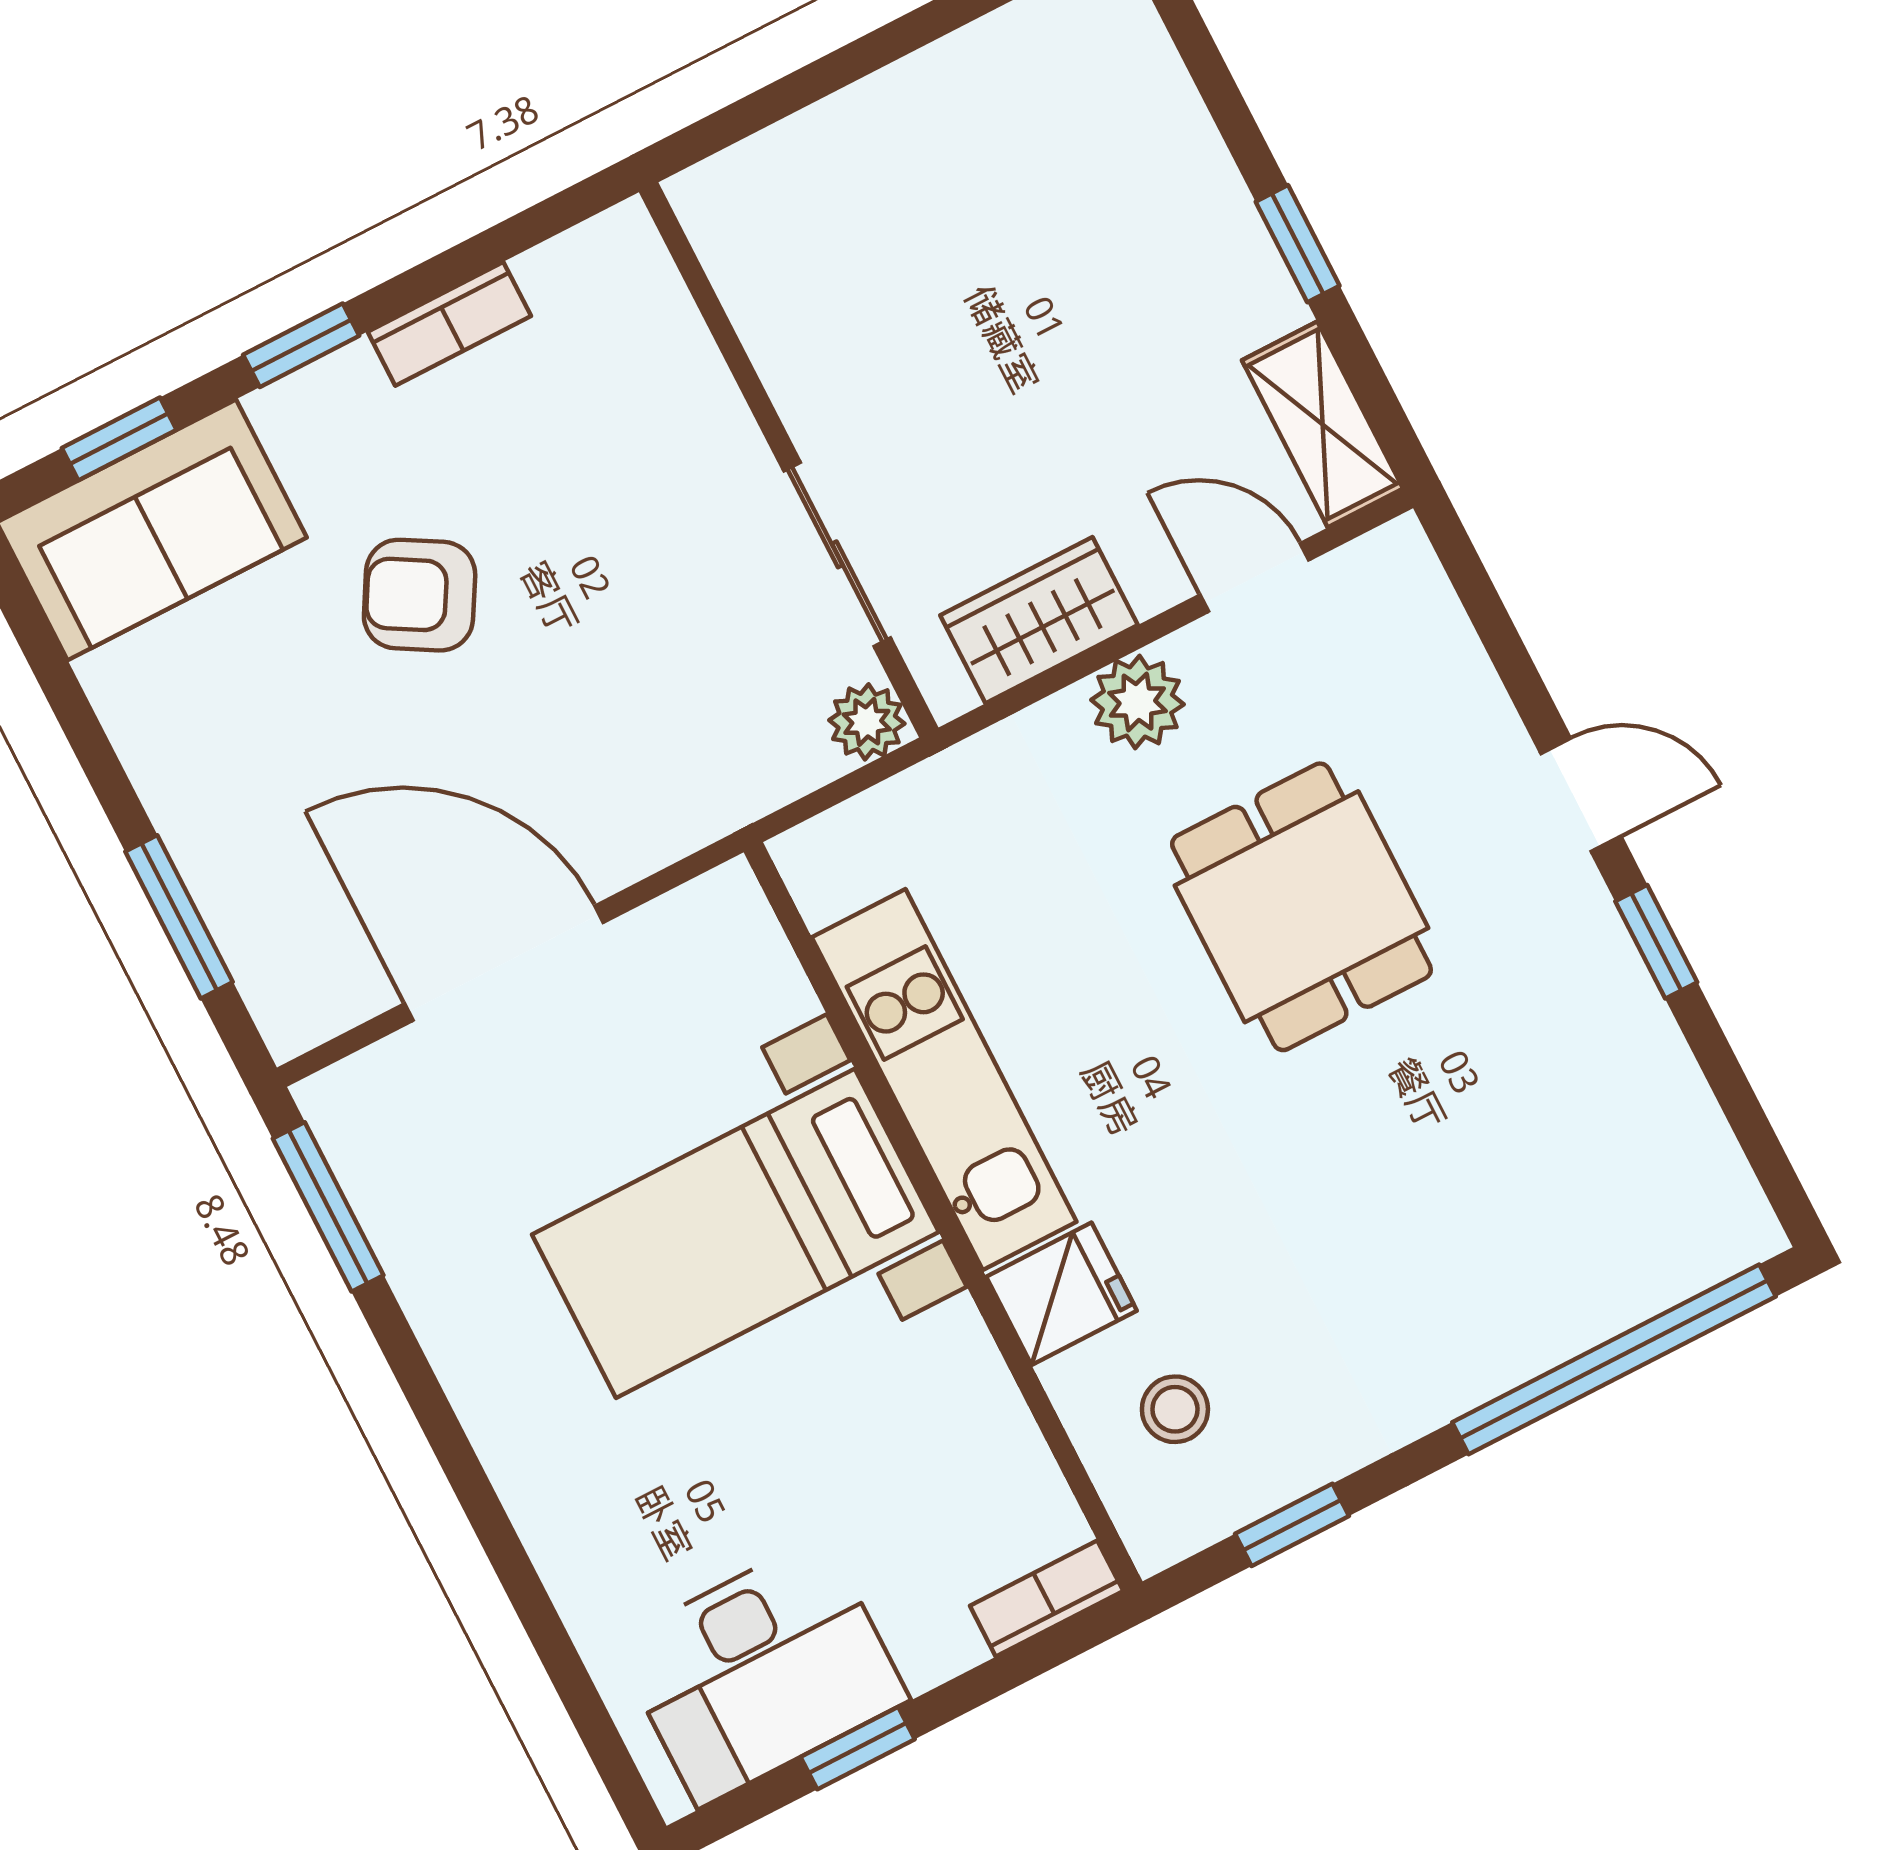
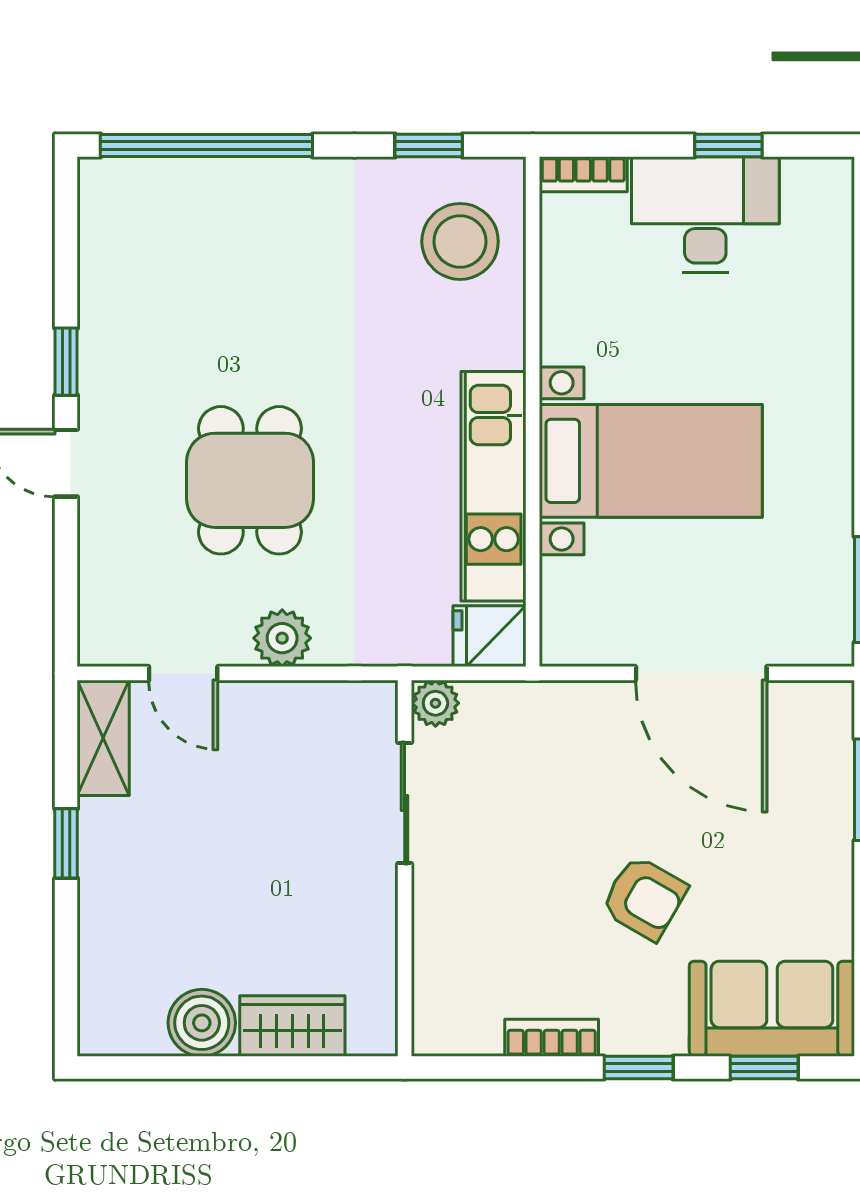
boiler: (967, 85) -> (202, 1023), added
wardrobe: (1039, 620) -> (292, 1026), moved, turned 180
fridge: (1062, 1294) -> (490, 636), moved
stool: (1175, 1409) -> (460, 241), width x1.89, depth x1.89
desk: (761, 1671) -> (705, 215), moved

